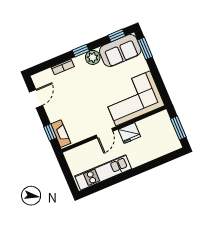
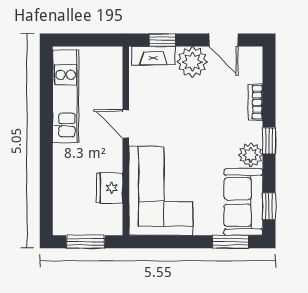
plant: (55, 111) -> (192, 62), added
fridge: (129, 133) -> (110, 188), moved

